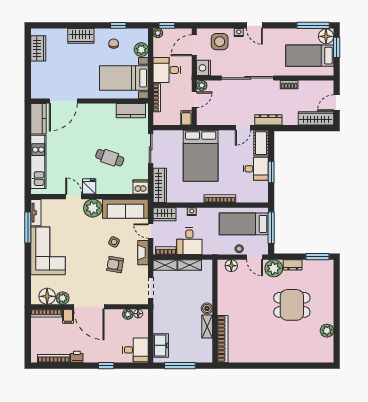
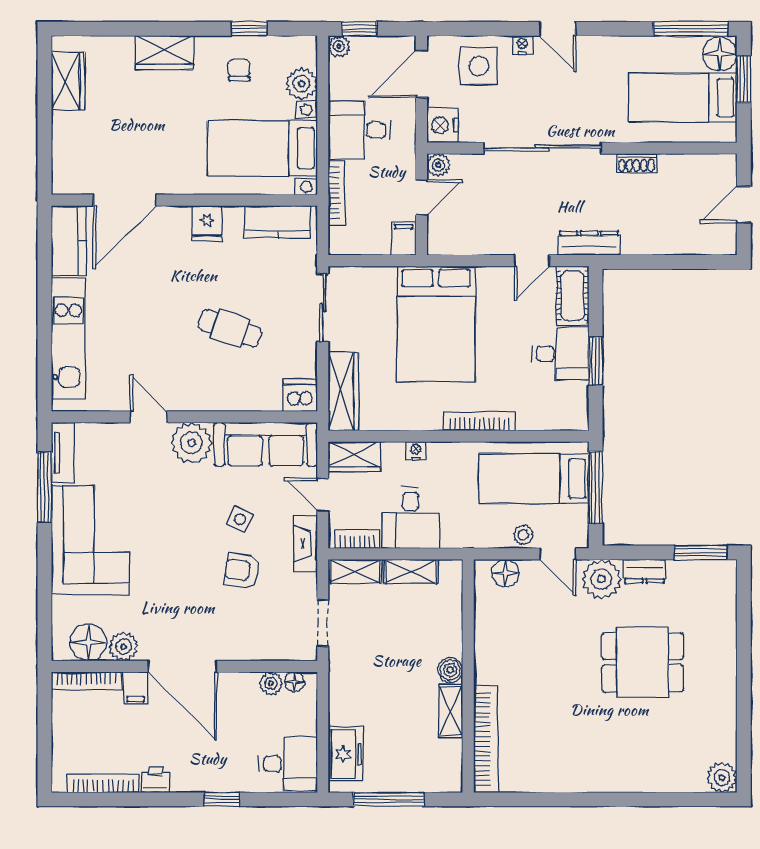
wardrobe: (316, 118) -> (697, 240), removed
fridge: (89, 186) -> (207, 223), moved, turned 180
plant: (327, 331) -> (722, 778), moved

